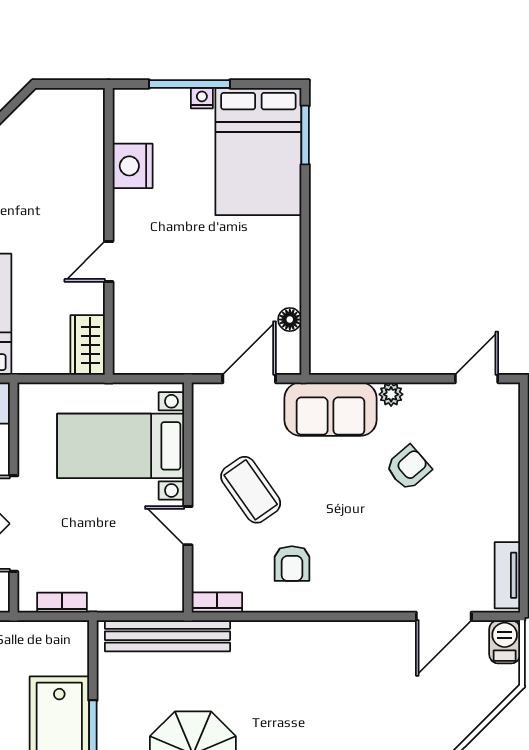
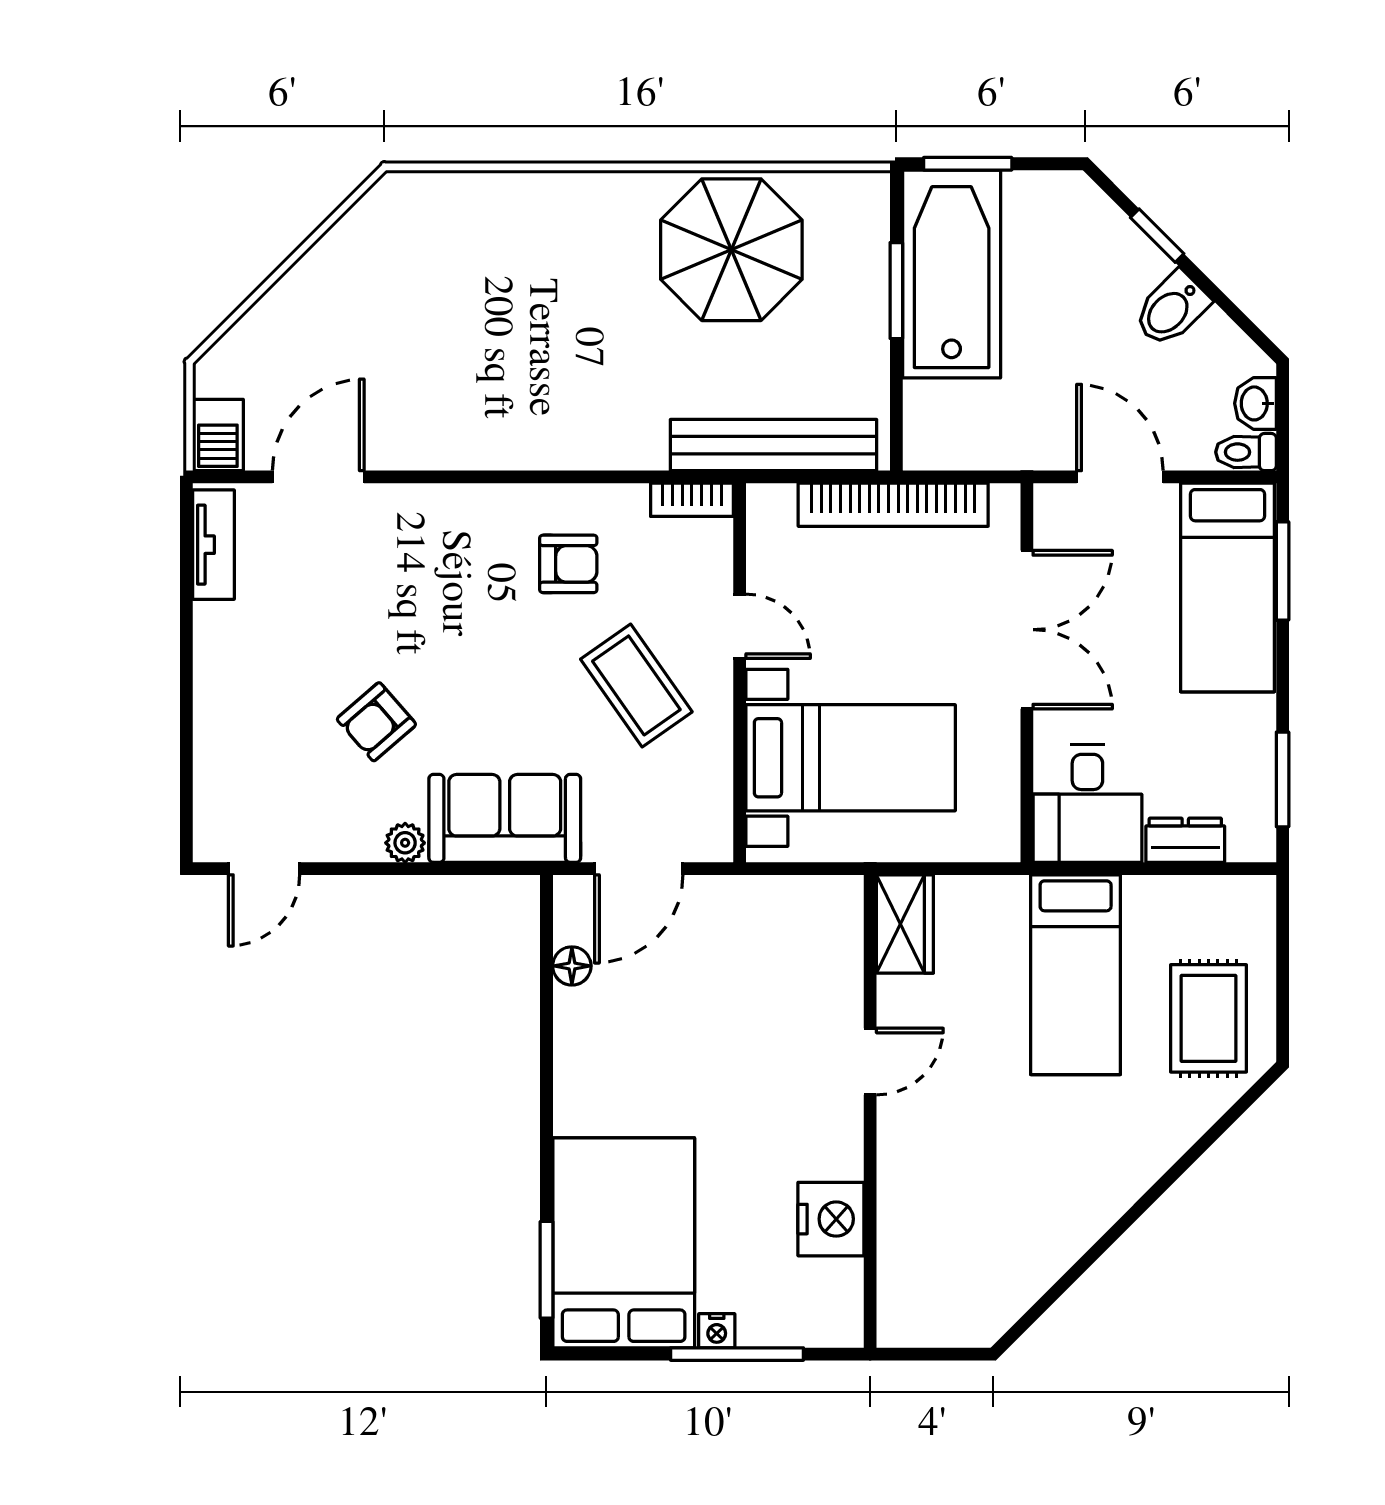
armchair: (292, 564) -> (568, 564), turned 90
bookcase: (62, 603) -> (893, 505), width x2.31, depth x1.31

